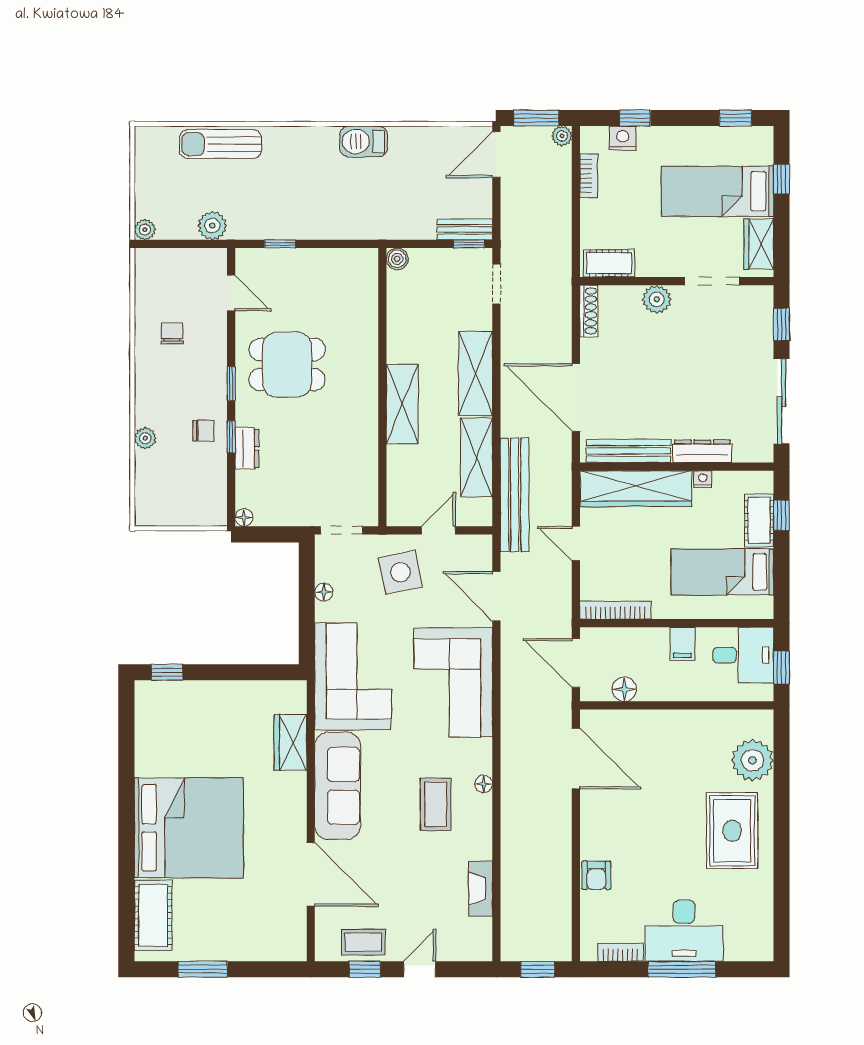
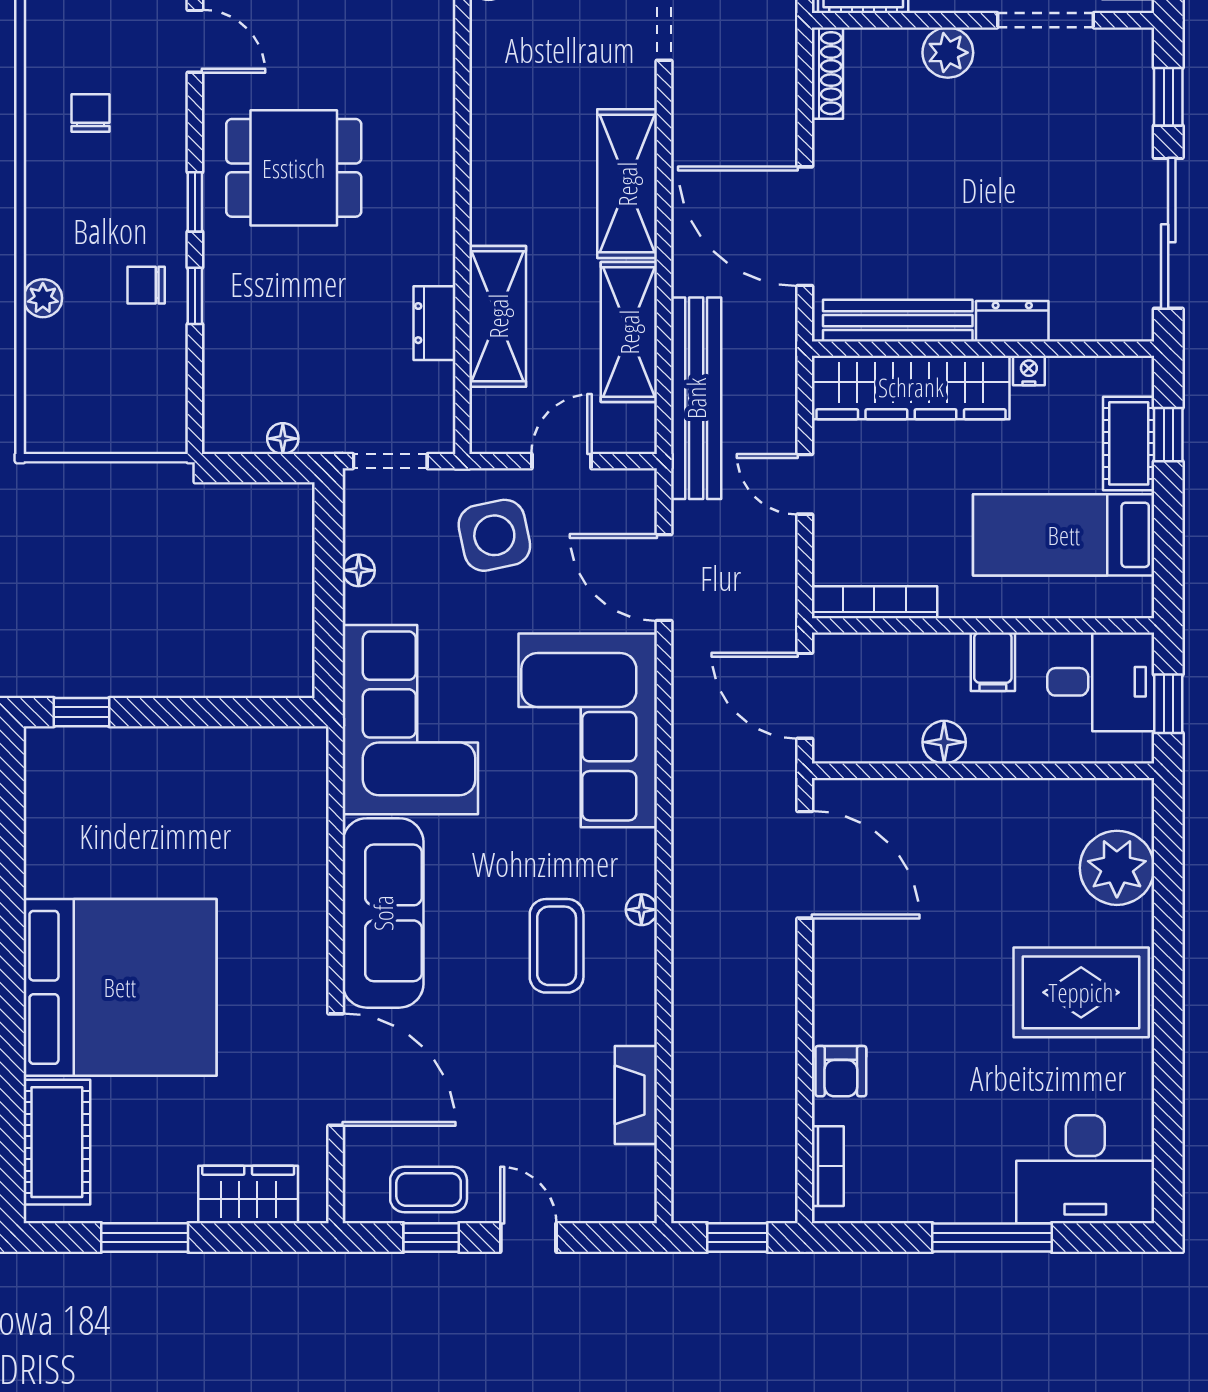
shelving: (402, 404) -> (498, 316), moved
chair: (204, 431) -> (146, 285), turned 180
dresser: (247, 448) -> (434, 323), moved, turned 180
dresser: (702, 451) -> (1012, 321), width x0.70
floor lamp: (244, 518) -> (283, 439), moved
floor lamp: (624, 689) -> (944, 742), moved
wardrobe: (290, 742) -> (248, 1194), moved, turned 90
rug: (732, 831) -> (1081, 992), turned 90
desk: (684, 931) -> (1085, 1169), moved
bookcase: (620, 952) -> (828, 1166), moved, turned 90
door: (420, 969) -> (528, 1237), hinge flipped

